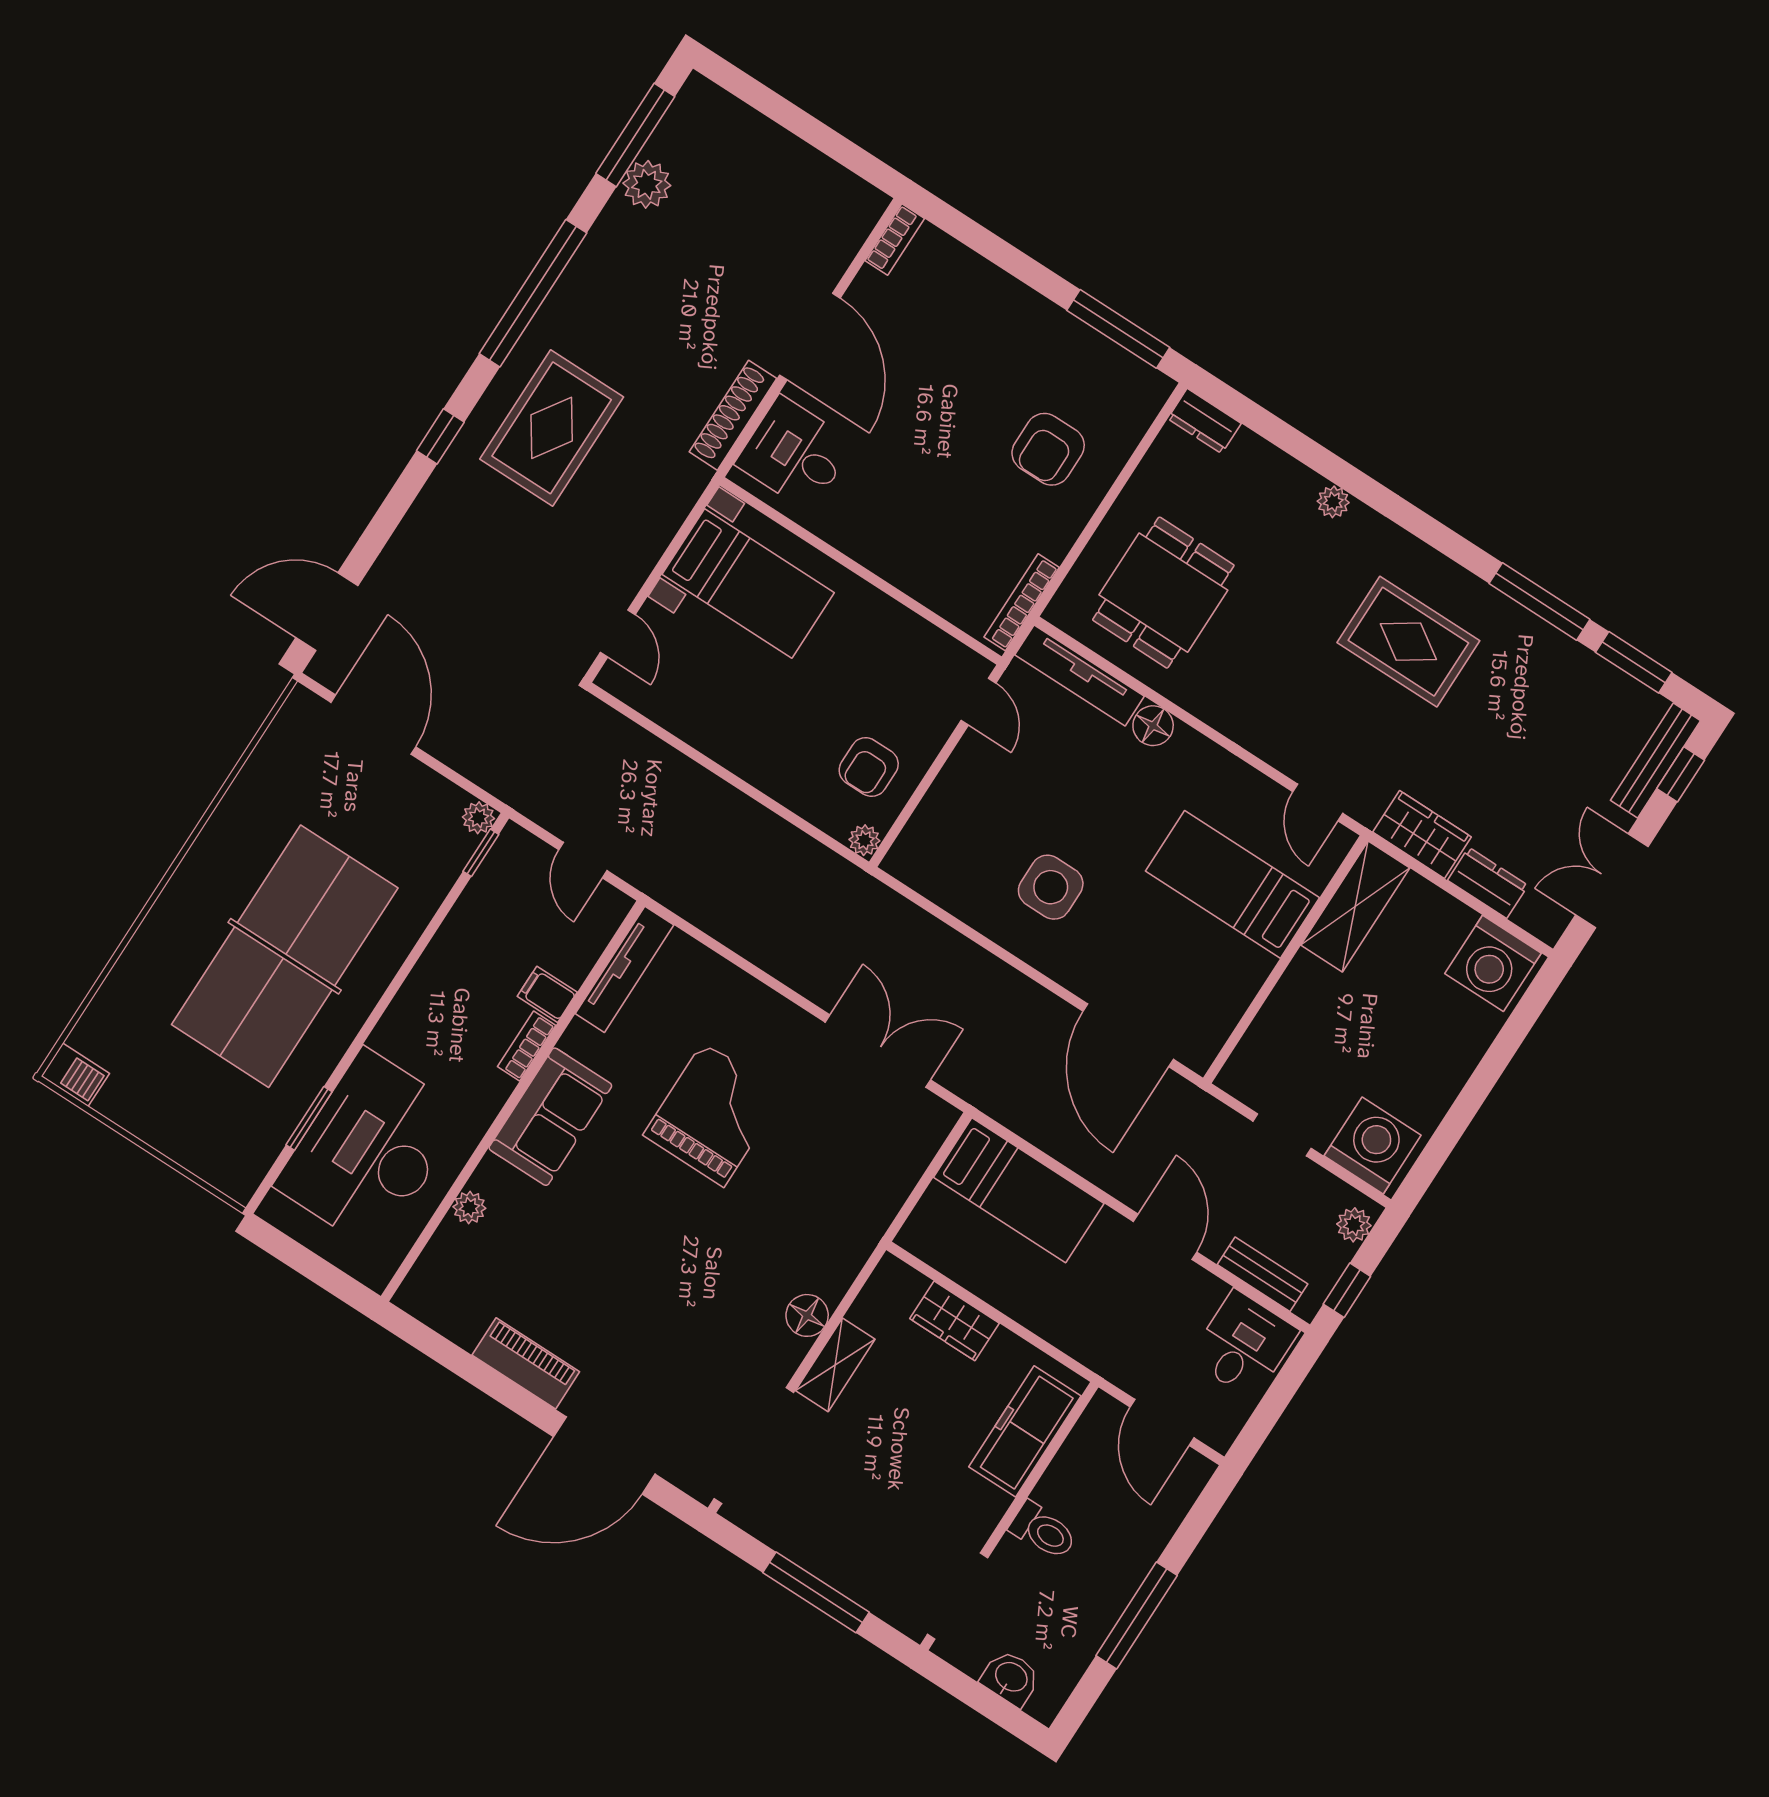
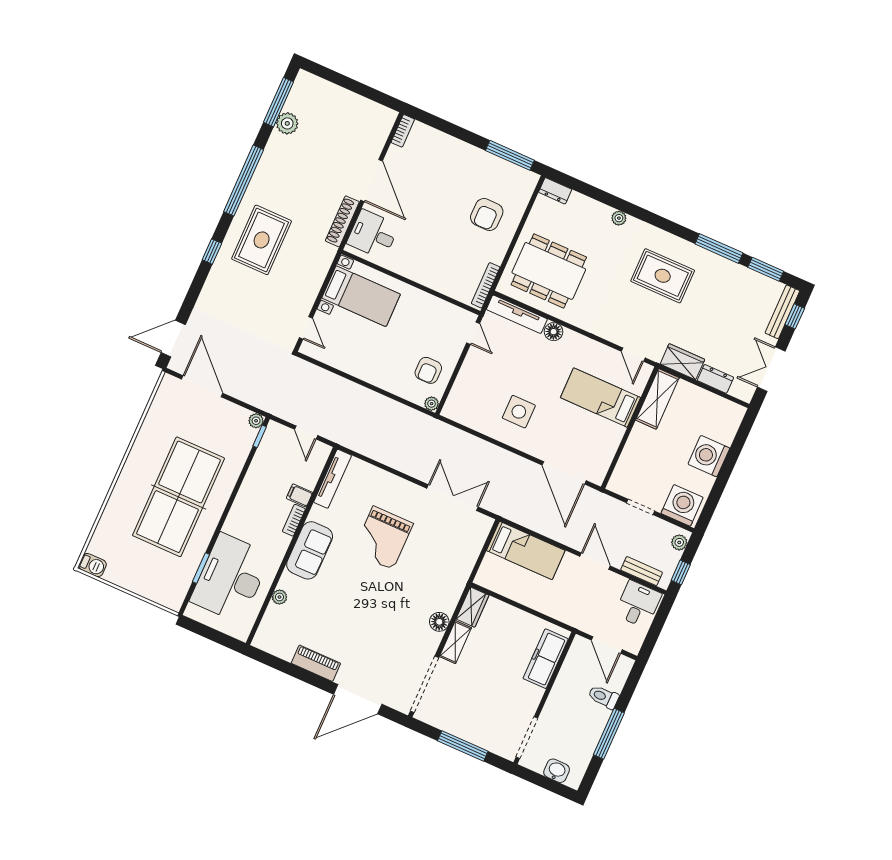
dining table: (1163, 593) -> (549, 271), width x1.38
washing machine: (1493, 963) -> (709, 456), moved, turned 90
grand piano: (714, 1114) -> (383, 538), turned 180
wardrobe: (954, 1321) -> (473, 607), moved, turned -90
toilet: (1043, 1531) -> (603, 697), moved, turned 180

